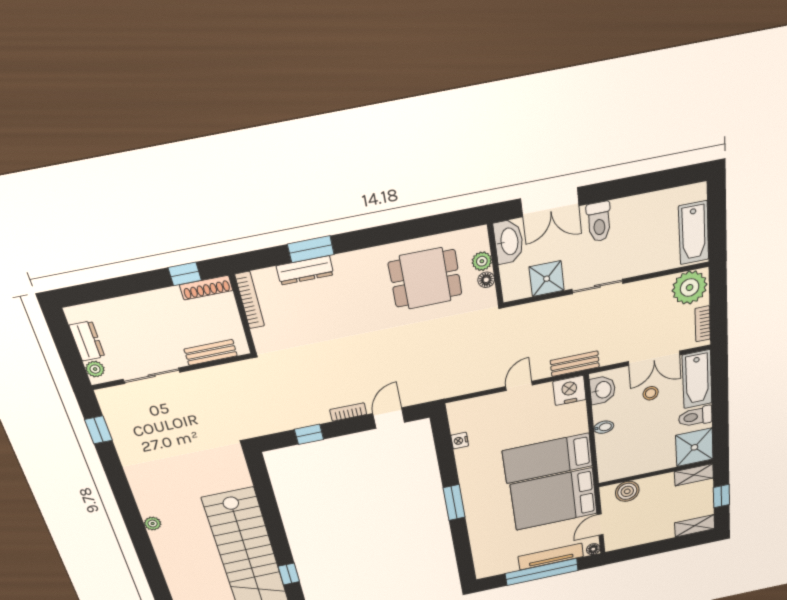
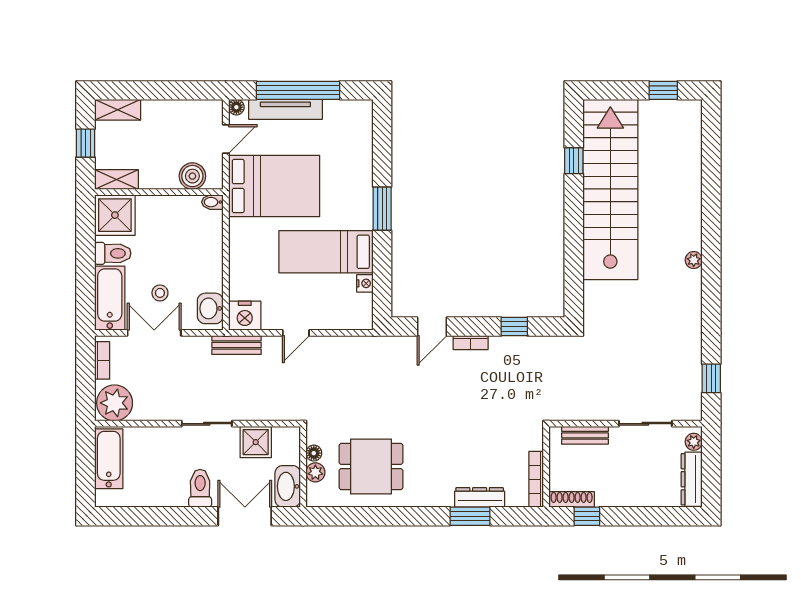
dresser: (87, 341) -> (692, 479), width x1.44
bidet: (604, 427) -> (212, 202), moved
bed: (548, 458) -> (326, 252), moved, turned 180

